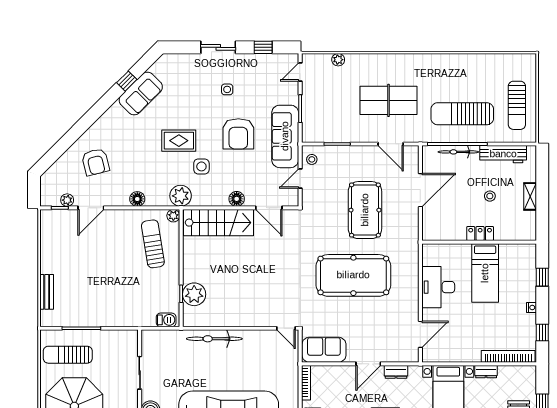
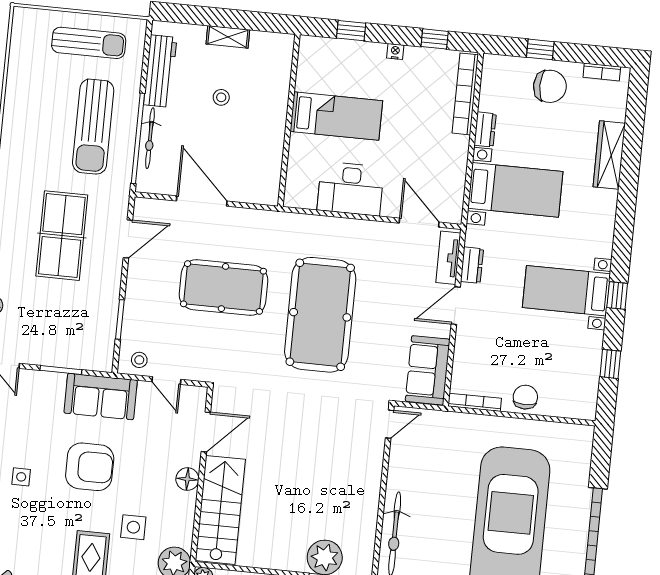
sofa: (285, 136) -> (101, 397), width x0.73
locker: (480, 233) -> (276, 118), removed
tv unit: (399, 356) -> (448, 258), added
door: (368, 364) -> (456, 306), swing flipped

